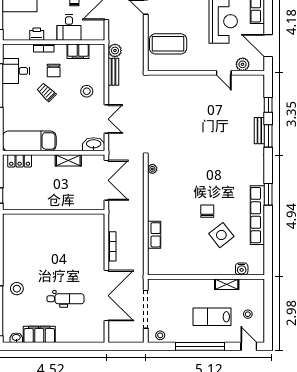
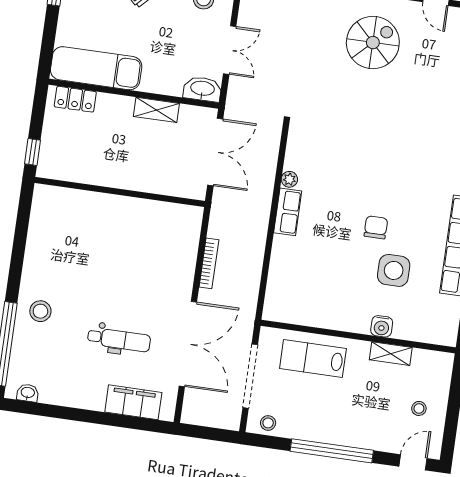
spiral stairs: (190, 103) -> (373, 43), added
plant: (152, 169) -> (289, 179), moved
row of seats: (154, 235) -> (288, 212), moved
side table: (221, 235) -> (394, 270), turned 38
water cooler: (242, 269) -> (382, 326), moved
lab bench: (212, 317) -> (313, 358), moved
filing cabinet: (39, 334) -> (133, 402), moved
door: (249, 346) -> (413, 462), hinge flipped

